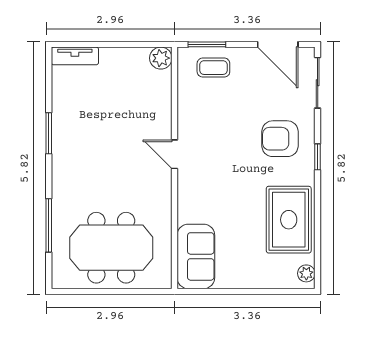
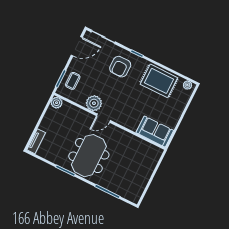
plant: (193, 124) -> (94, 103), added
meeting table: (111, 248) -> (89, 156), moved

